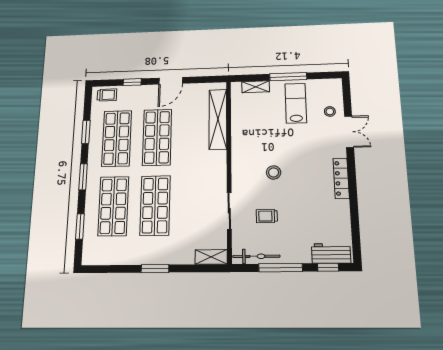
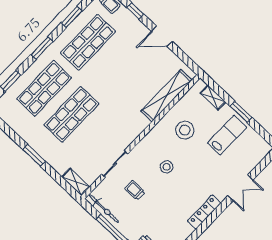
window: (288, 77) -> (241, 112), width x0.69
stool: (330, 111) -> (185, 130), moved, width x1.89, depth x1.89
shop shelf: (157, 137) -> (115, 68), removed

